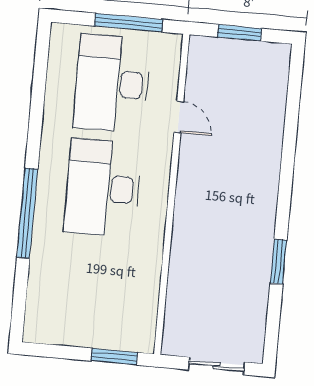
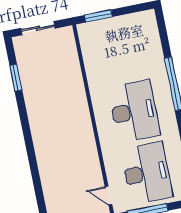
door: (179, 117) -> (109, 196), moved
window: (279, 262) -> (16, 78), moved

